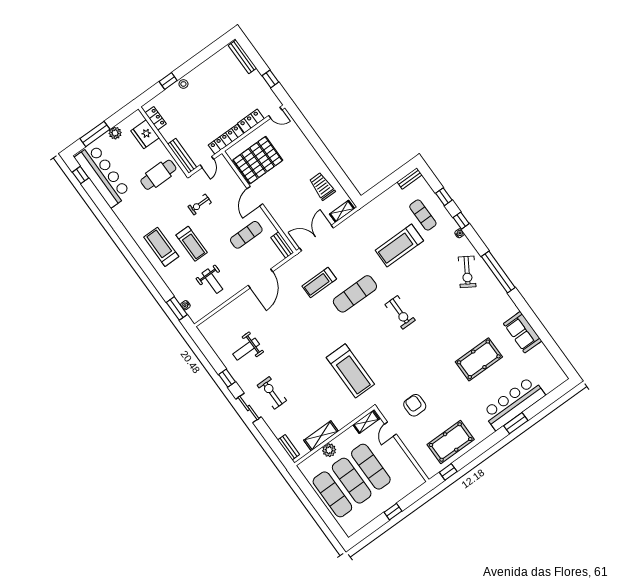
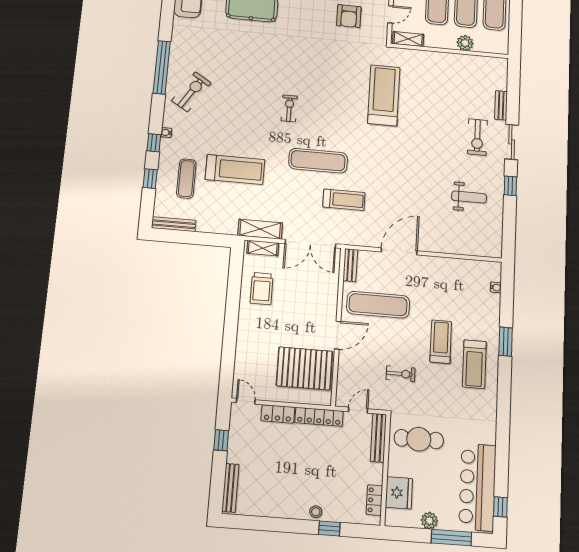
bench: (410, 178) -> (174, 224), width x1.36
exercise mat: (246, 235) -> (378, 305), width x1.36, depth x1.45
weight bench: (212, 281) -> (450, 288), removed
window: (177, 308) -> (506, 342), moved
exercise bike: (400, 312) -> (289, 108), width x0.73, depth x0.72
shelving: (321, 436) -> (260, 229), moved
bench: (289, 447) -> (501, 105), moved

